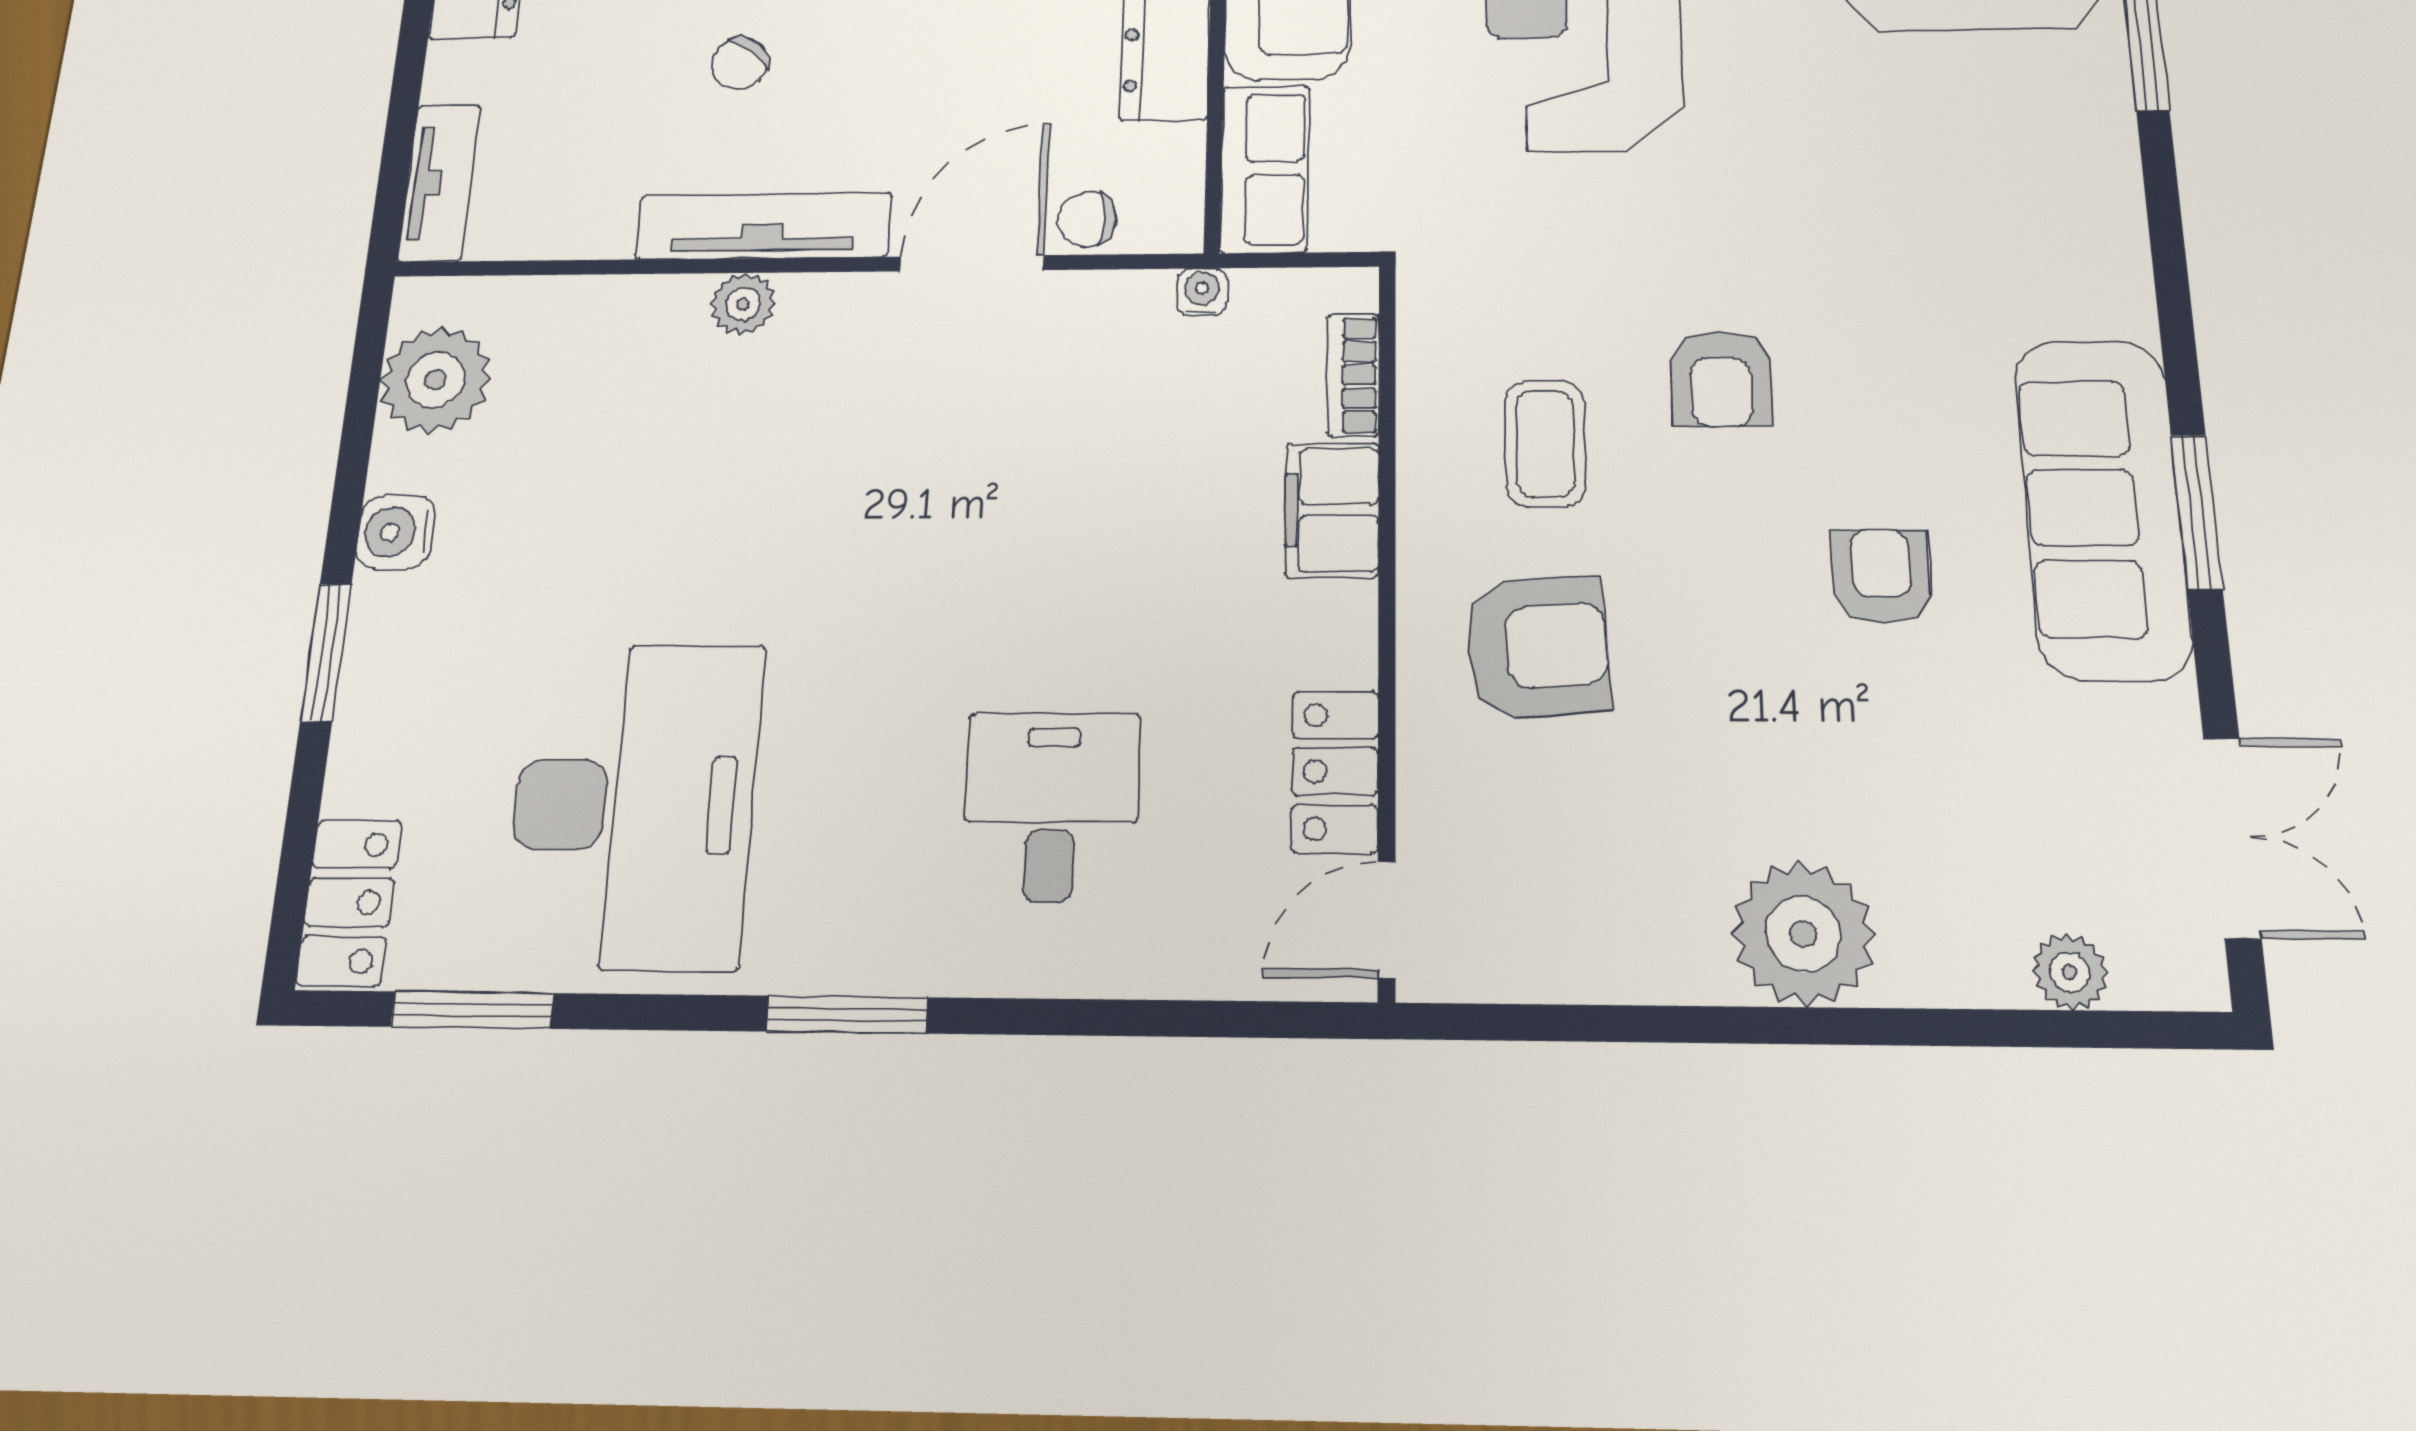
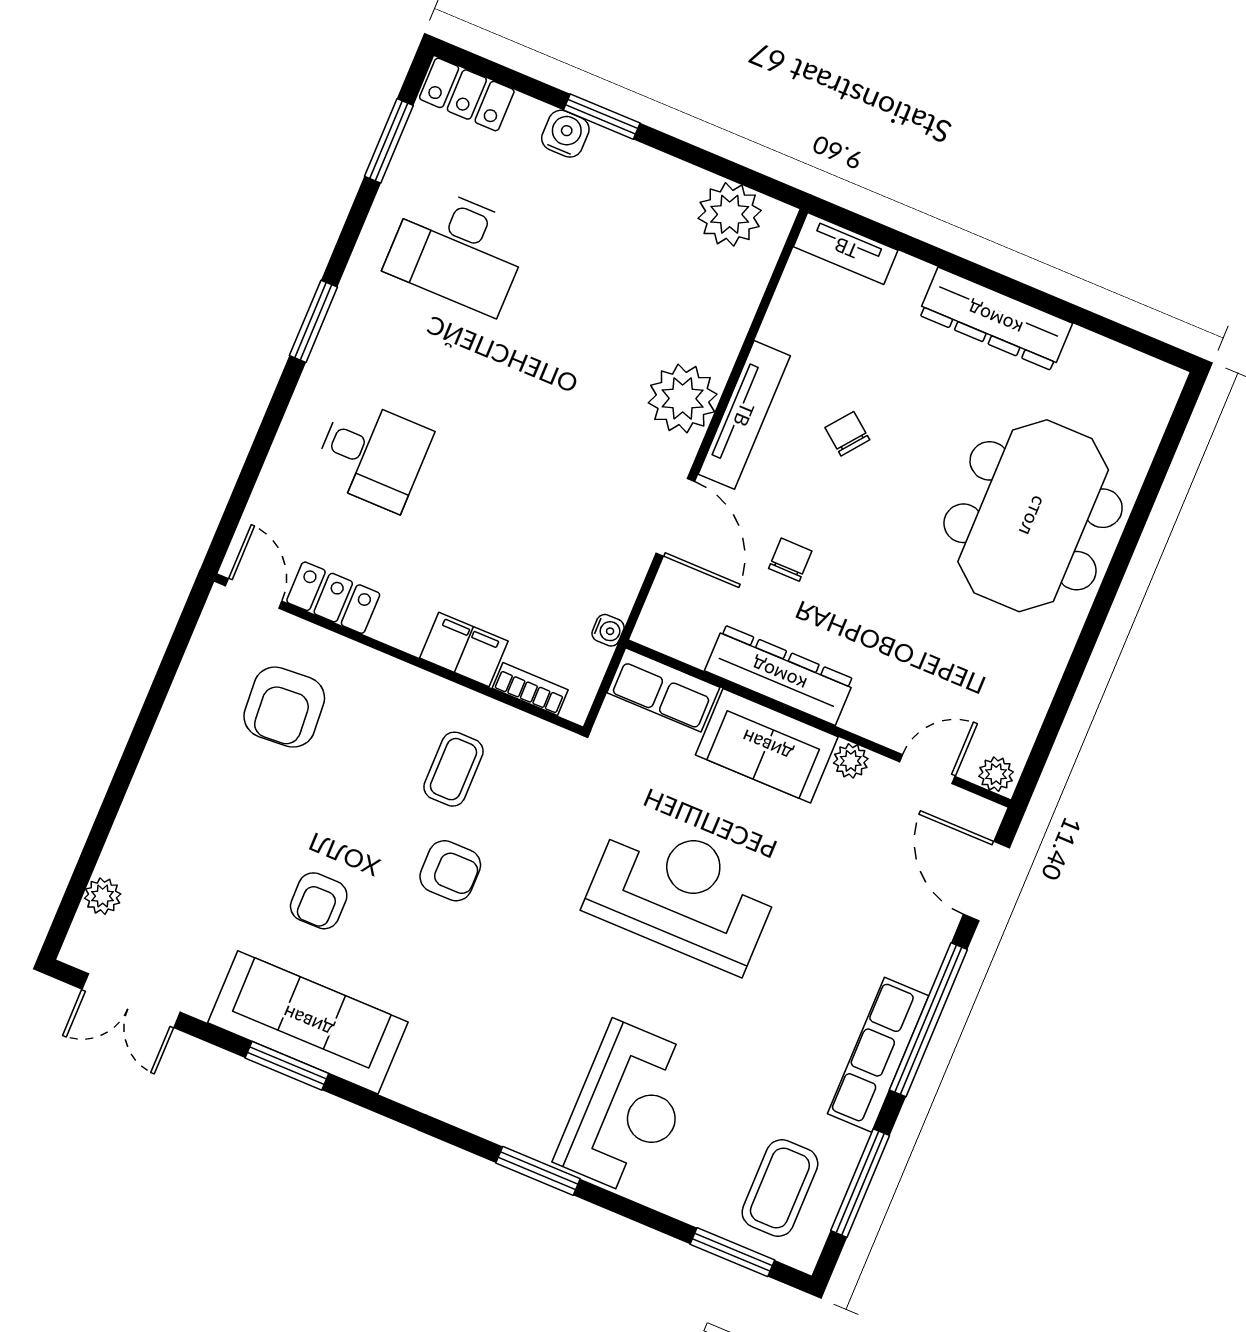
chair: (1087, 219) -> (790, 560), moved
plant: (743, 304) -> (683, 398), width x1.88, depth x1.88
armchair: (1721, 379) -> (450, 871), turned 180
coffee table: (1545, 444) -> (454, 769), turned 90
water cooler: (396, 532) -> (565, 134), moved
armchair: (1881, 576) -> (319, 901), turned 90
armchair: (1537, 647) -> (284, 707), moved
desk: (634, 805) -> (458, 250), width x0.73, depth x0.77
plant: (1803, 934) -> (168, 784), removed

